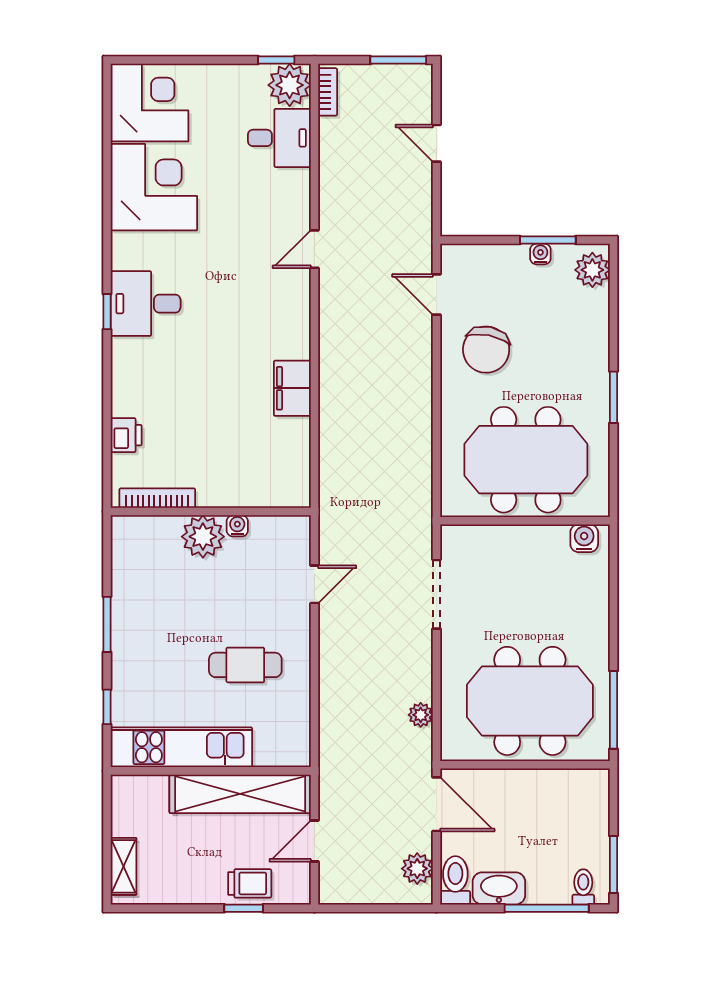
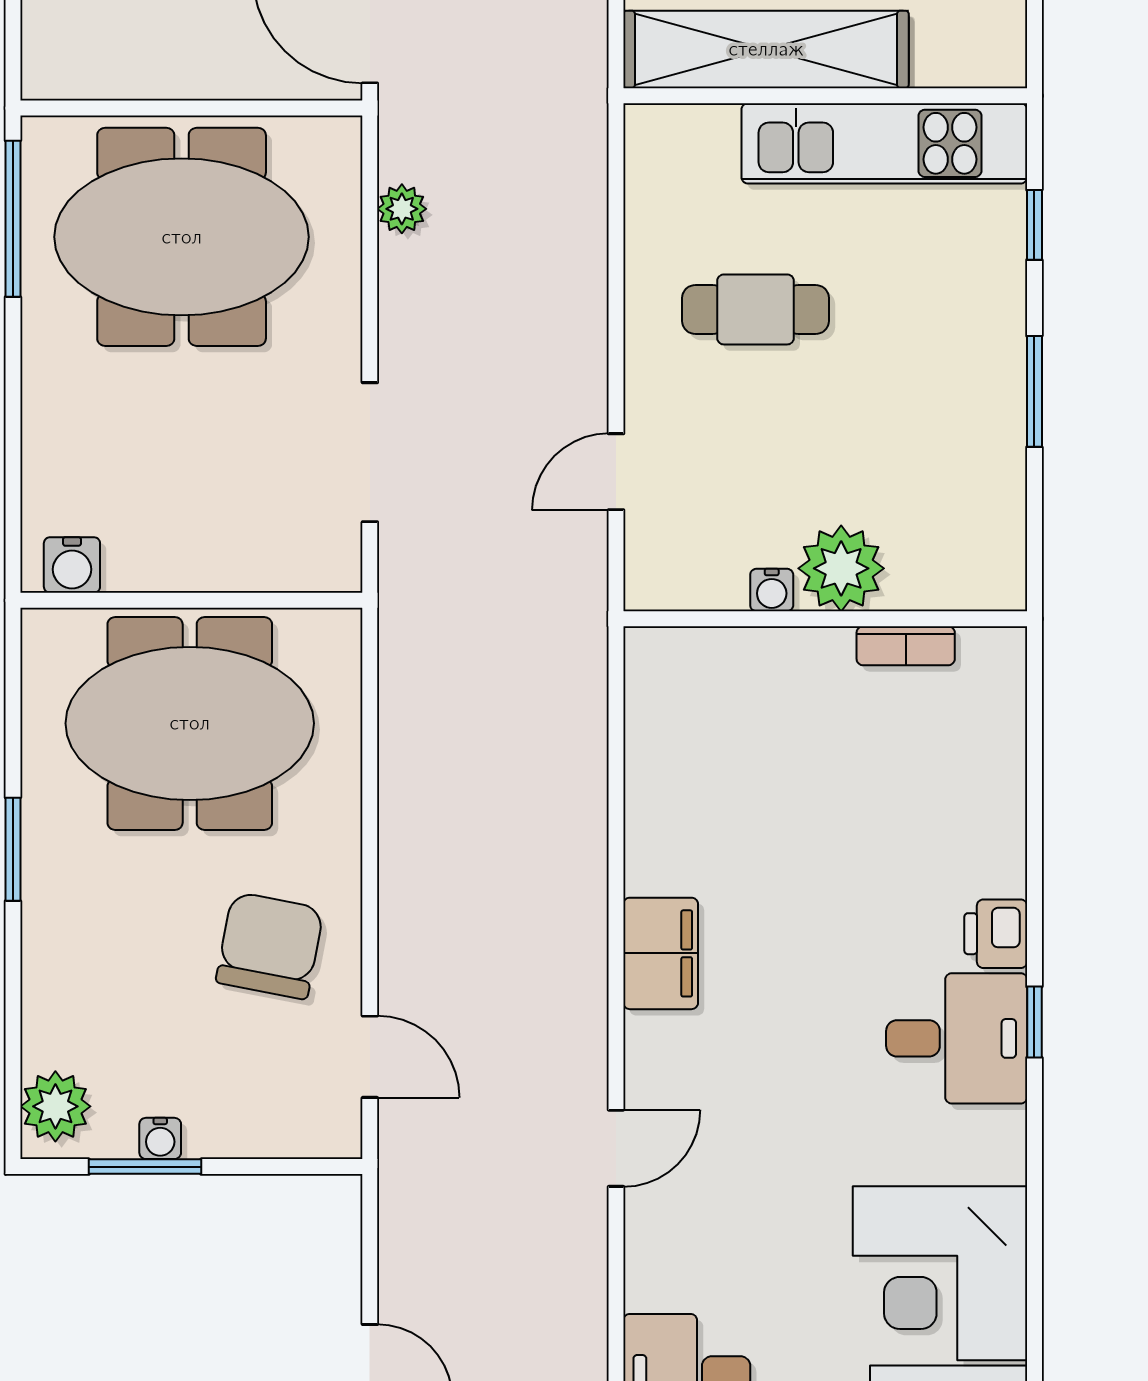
filing cabinet: (292, 388) -> (661, 953), moved
printer: (126, 435) -> (996, 934), moved
bookcase: (157, 498) -> (906, 646), width x0.64

